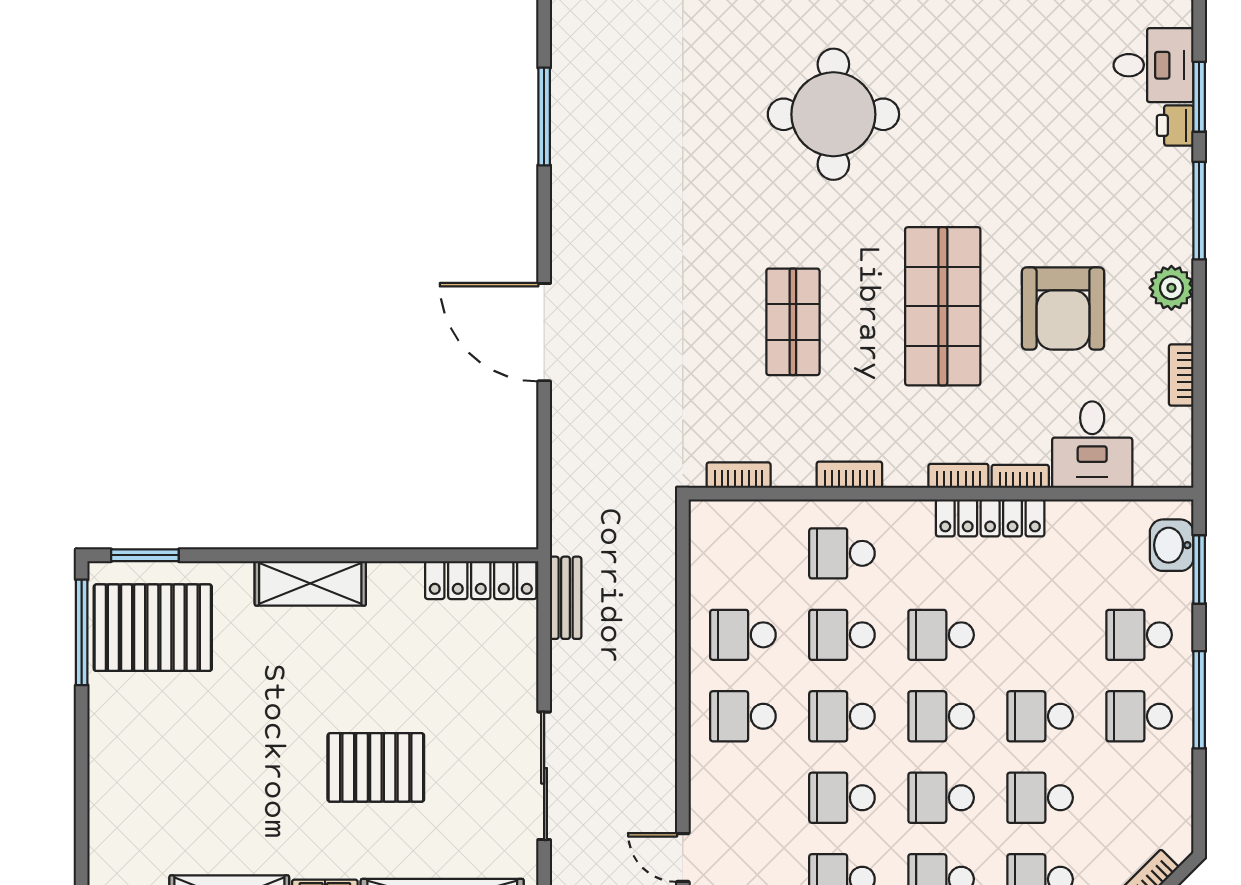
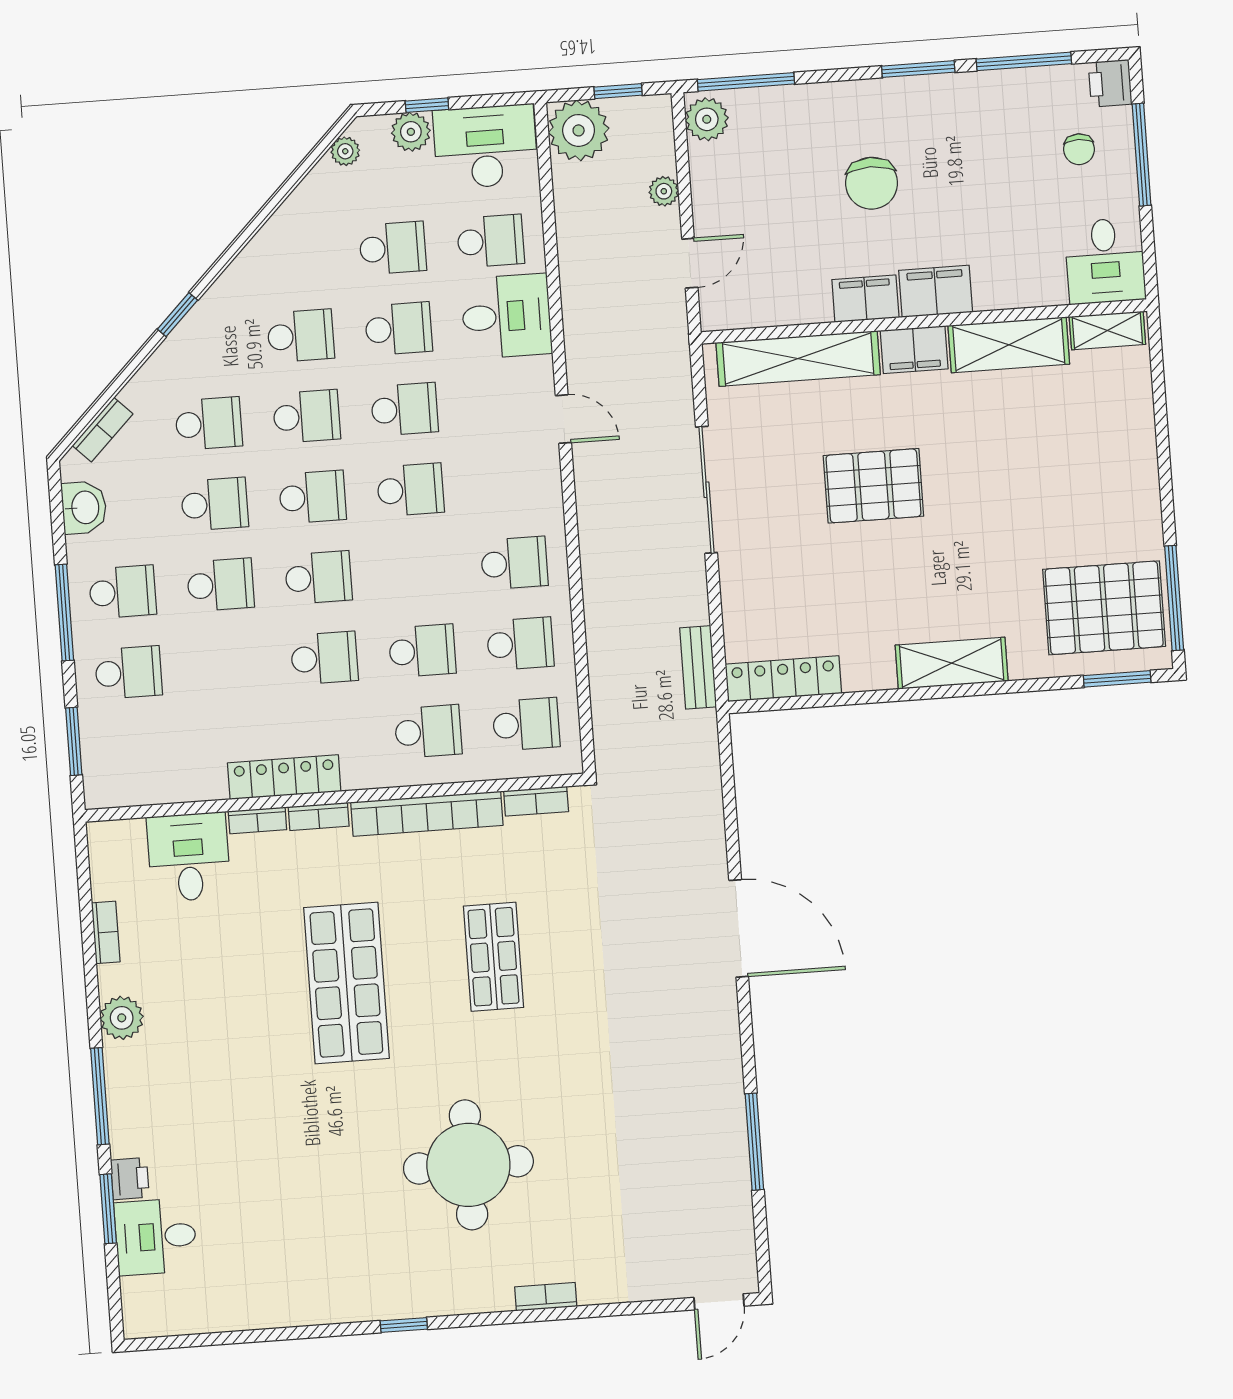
armchair: (1063, 309) -> (227, 989), removed
bookcase: (849, 475) -> (427, 814), width x2.31, depth x1.31
washbasin: (1172, 545) -> (84, 507), moved
school desk: (842, 716) -> (526, 724), moved

